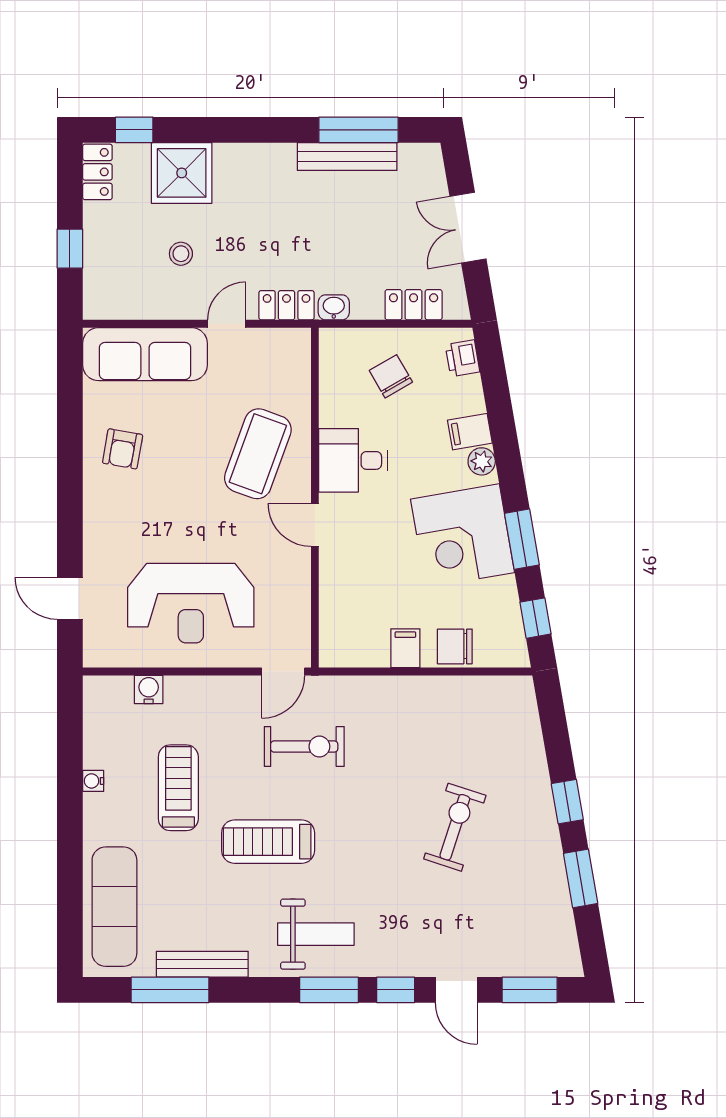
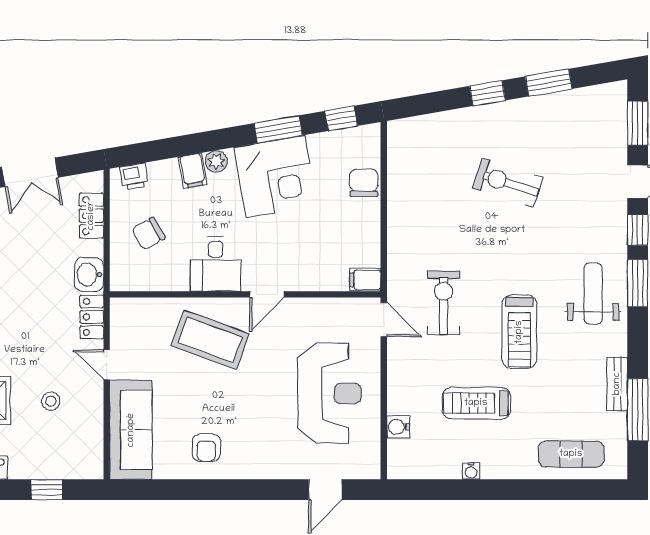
washbasin: (334, 307) -> (89, 275), width x1.38, depth x1.45
armchair: (123, 449) -> (206, 448), turned 80
chair: (455, 646) -> (364, 183), turned 180
filing cabinet: (405, 648) -> (365, 280), moved
exercise mat: (114, 907) -> (571, 454), width x0.73, depth x0.69
bench: (202, 964) -> (617, 384), width x0.73

